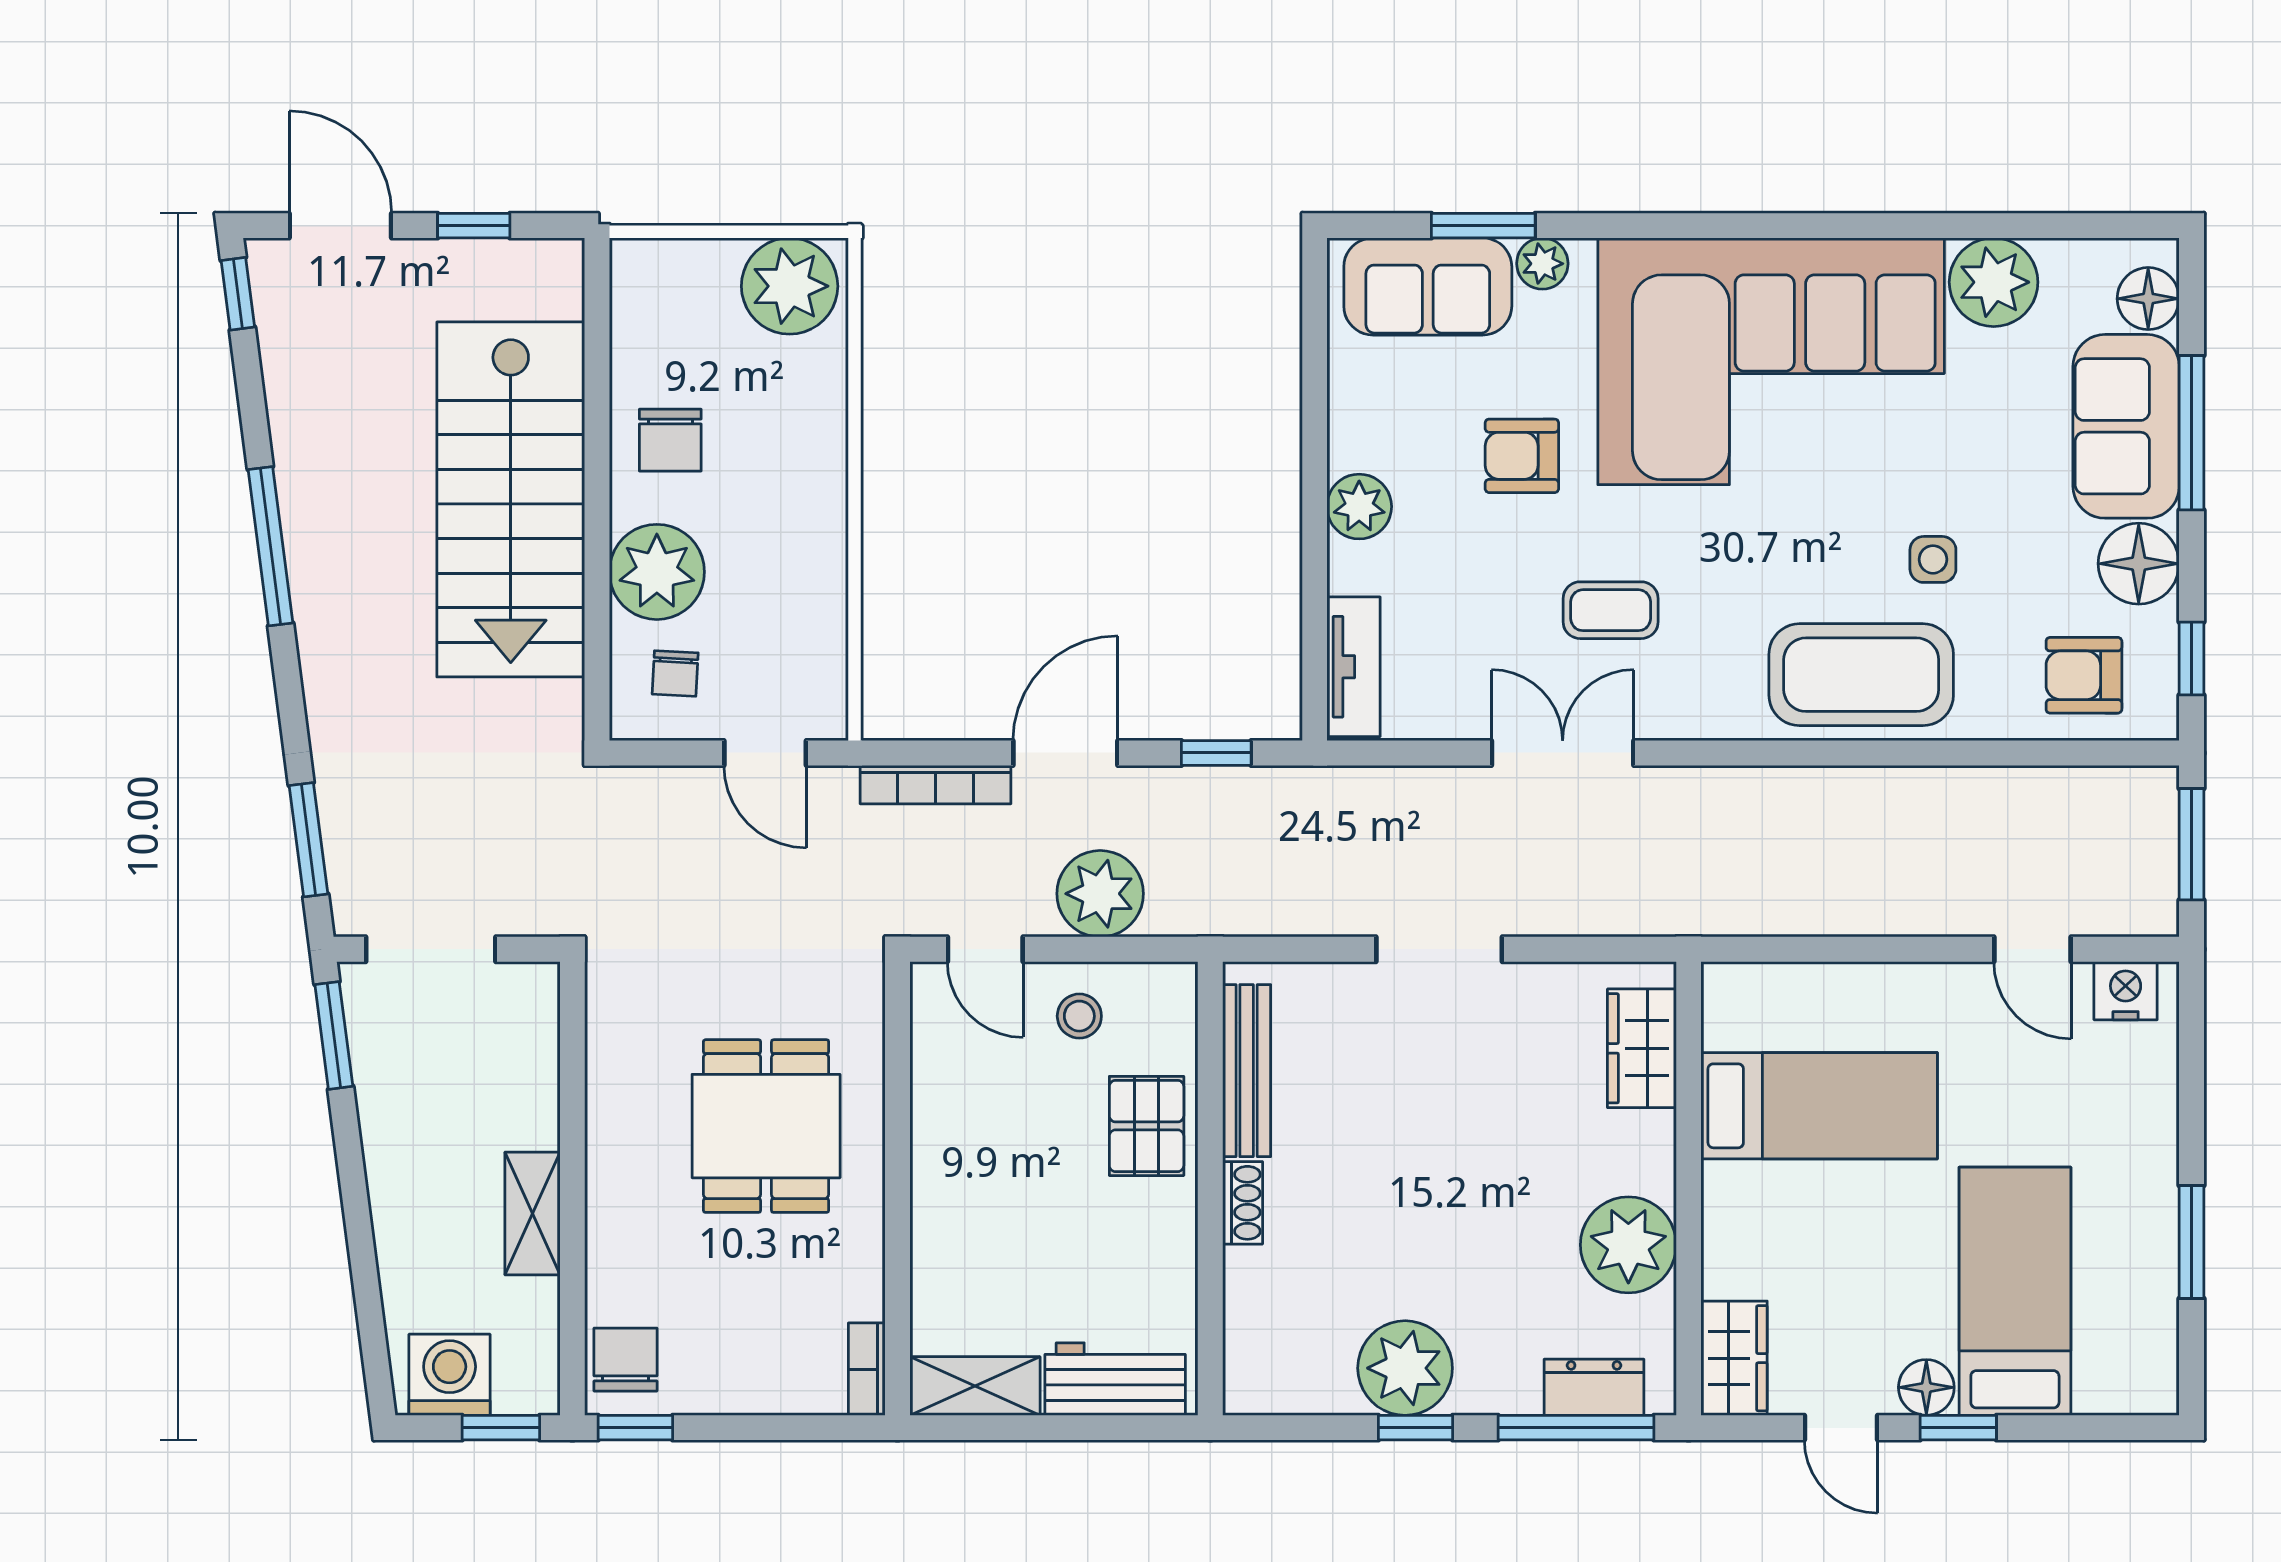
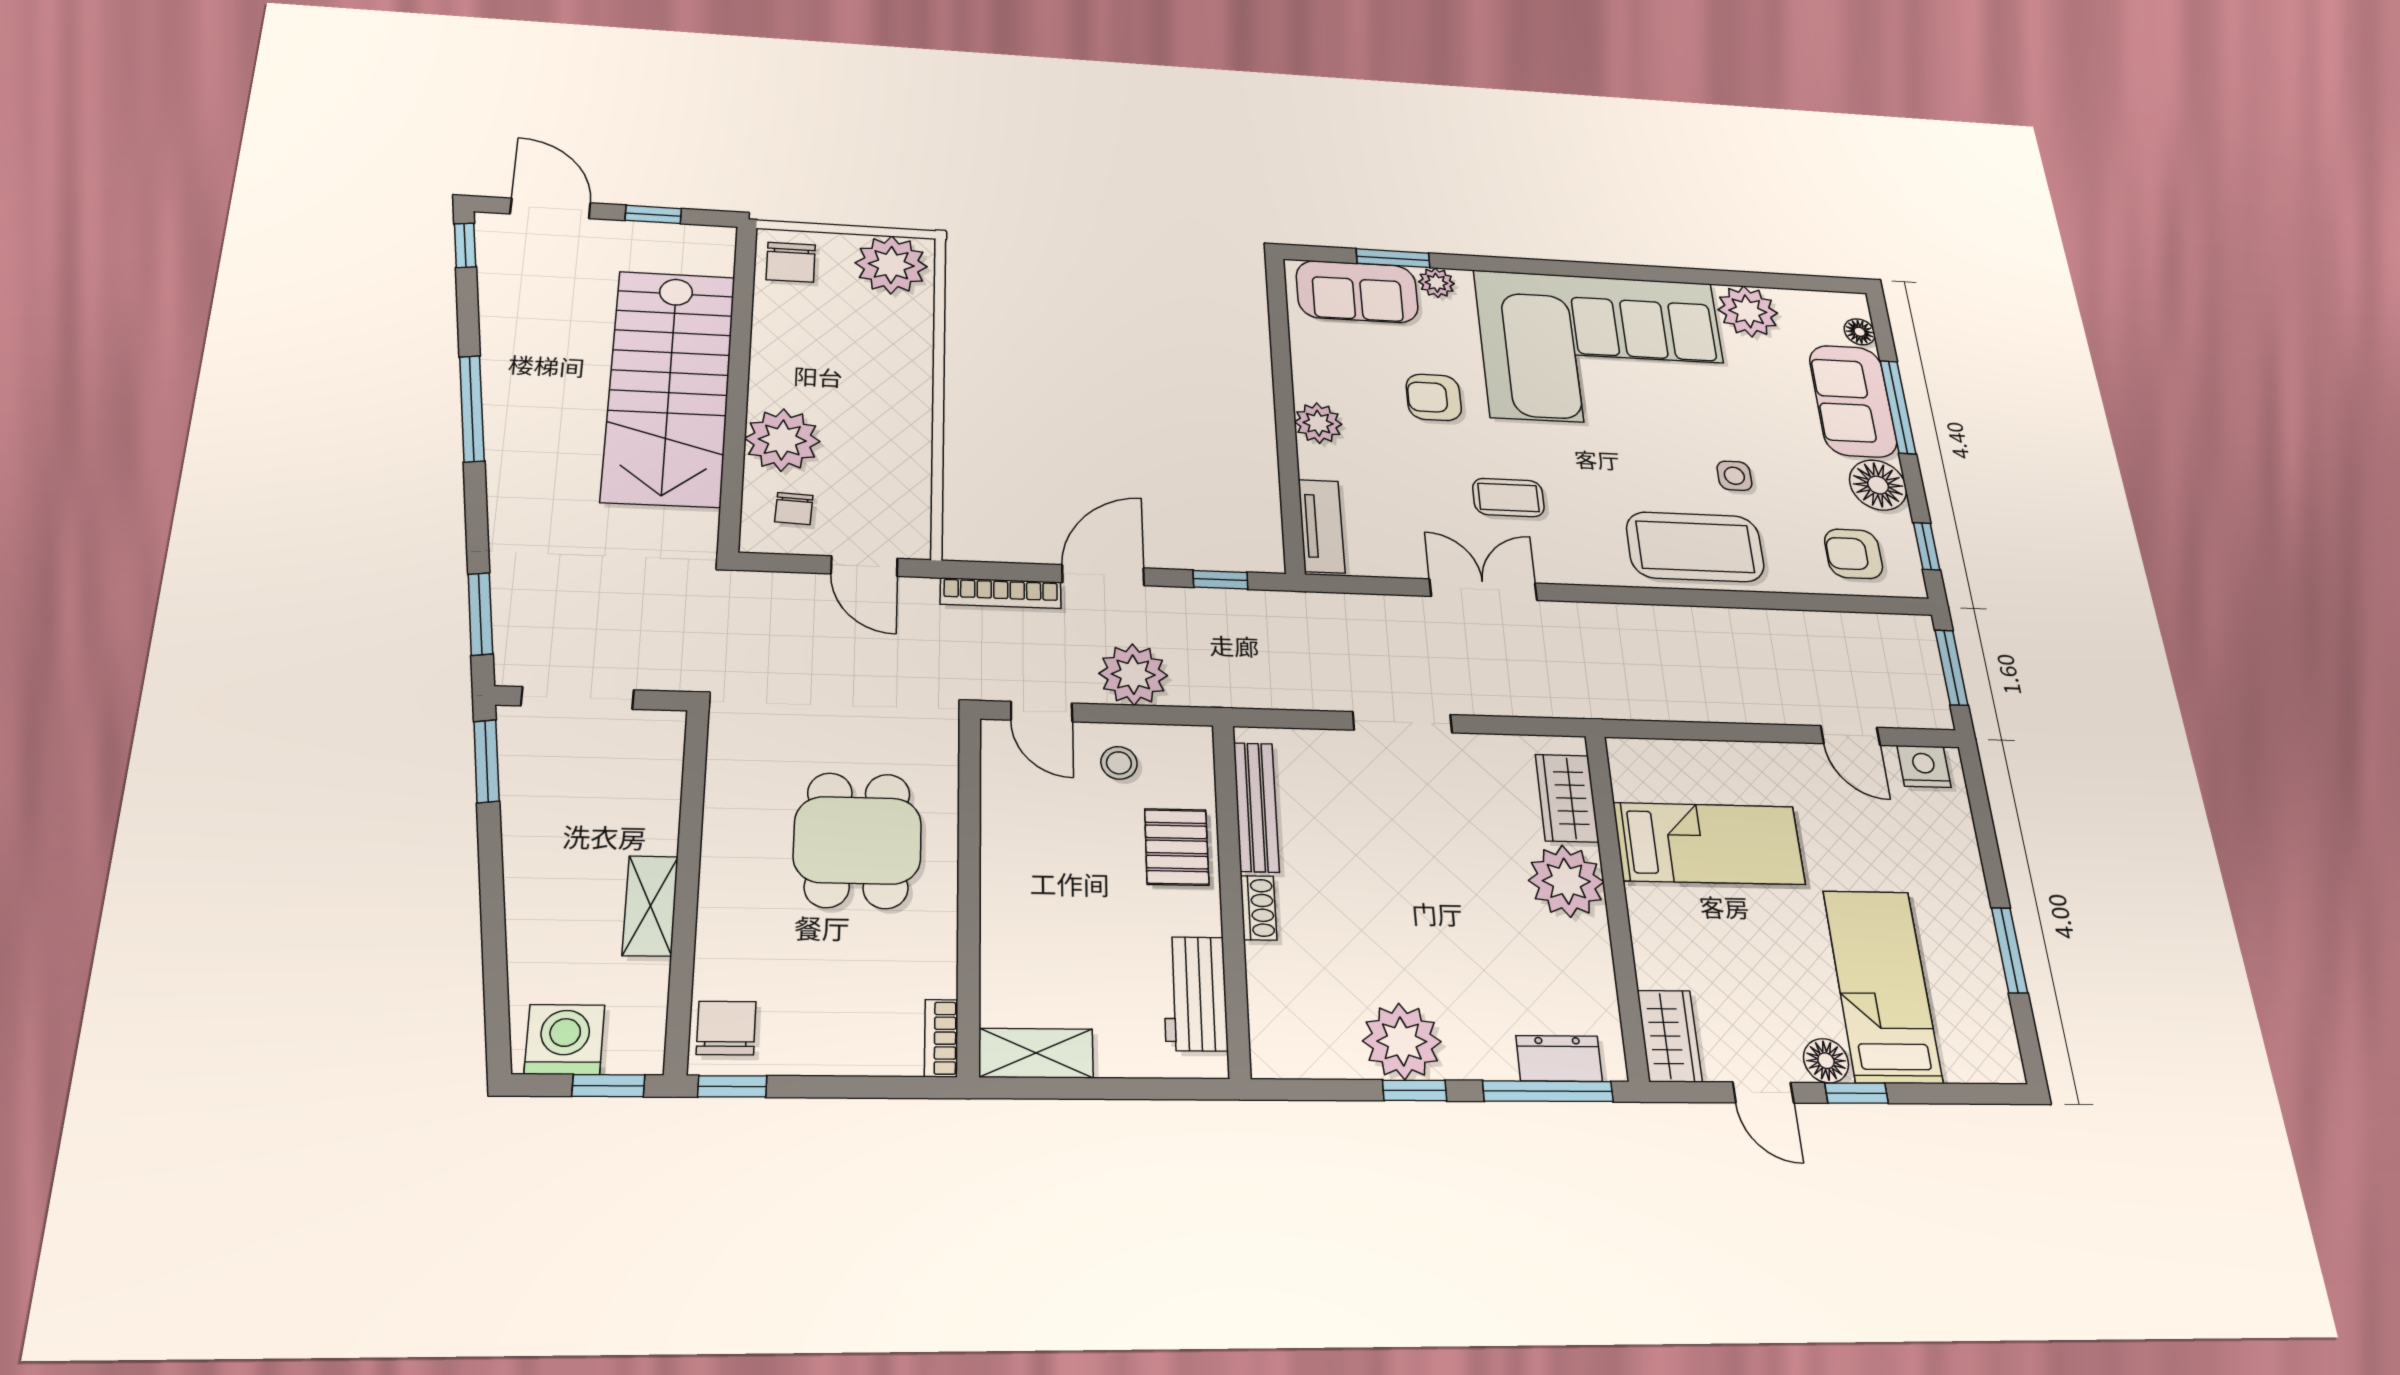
floor lamp: (2148, 299) -> (1860, 332), width x0.73, depth x0.73
chair: (670, 440) -> (791, 262), moved
plant: (1628, 1245) -> (1566, 881), moved
workbench: (1115, 1379) -> (1195, 993), moved, turned -90

